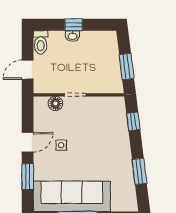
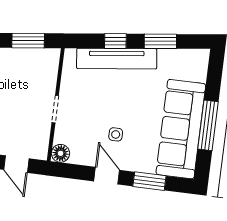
floor lamp: (55, 103) -> (61, 153), moved
window: (133, 121) -> (115, 41), moved
tv unit: (121, 138) -> (117, 59), added

